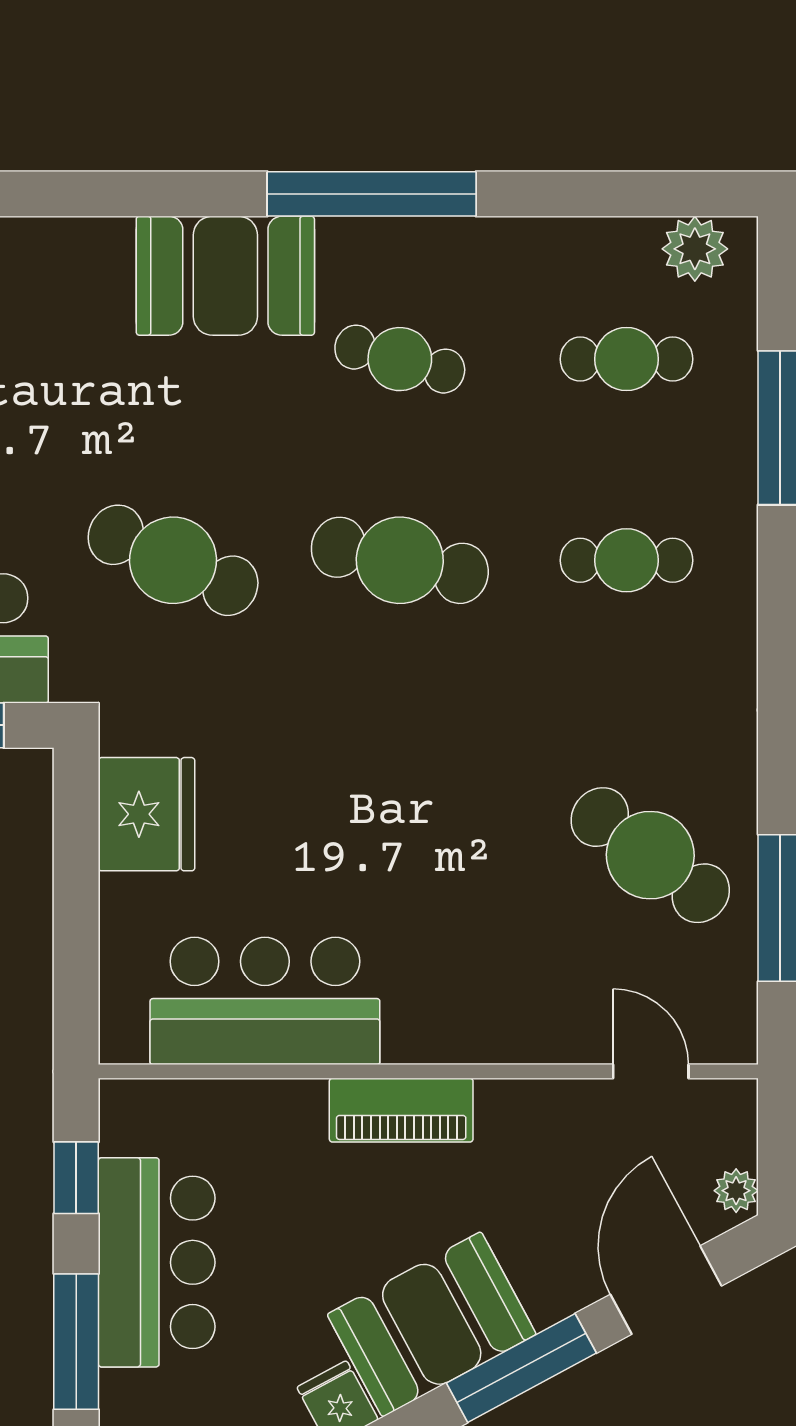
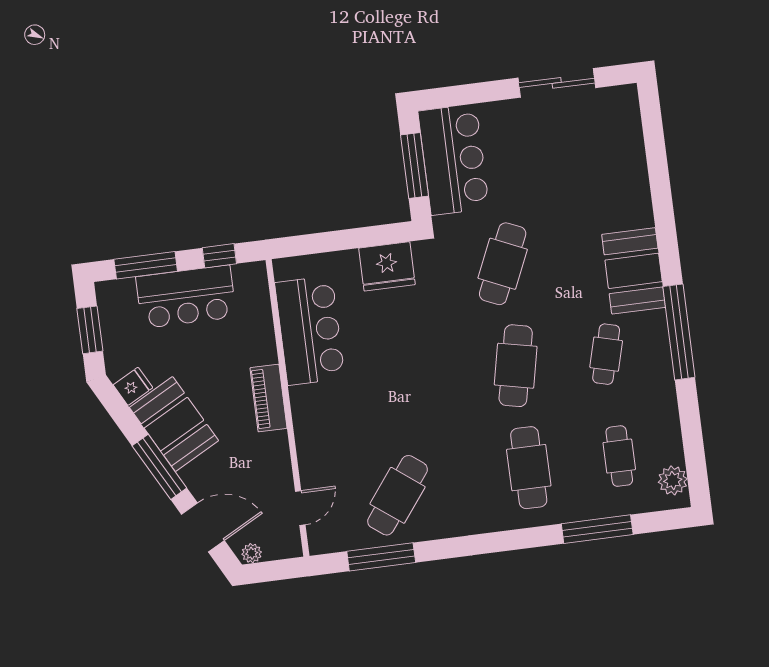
cafe table: (627, 560) -> (529, 468), width x1.37, depth x1.35

